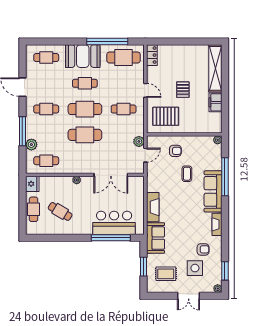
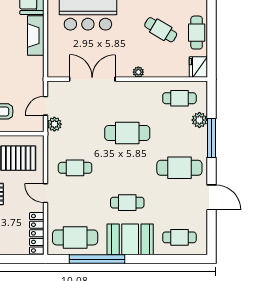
locker: (152, 55) -> (37, 233), width x1.53
cafe table: (46, 109) -> (179, 168), width x1.37, depth x1.35
cafe table: (85, 109) -> (127, 168), removed

